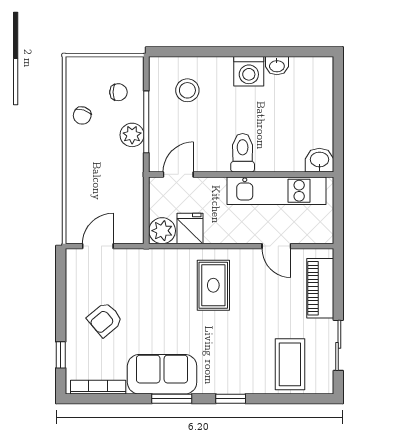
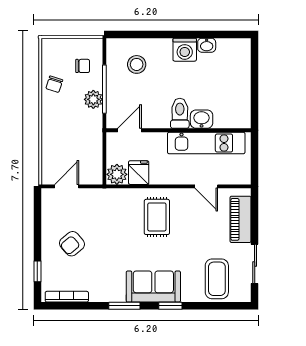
washbasin: (319, 160) -> (202, 119), moved
sofa: (162, 374) -> (153, 287), moved

